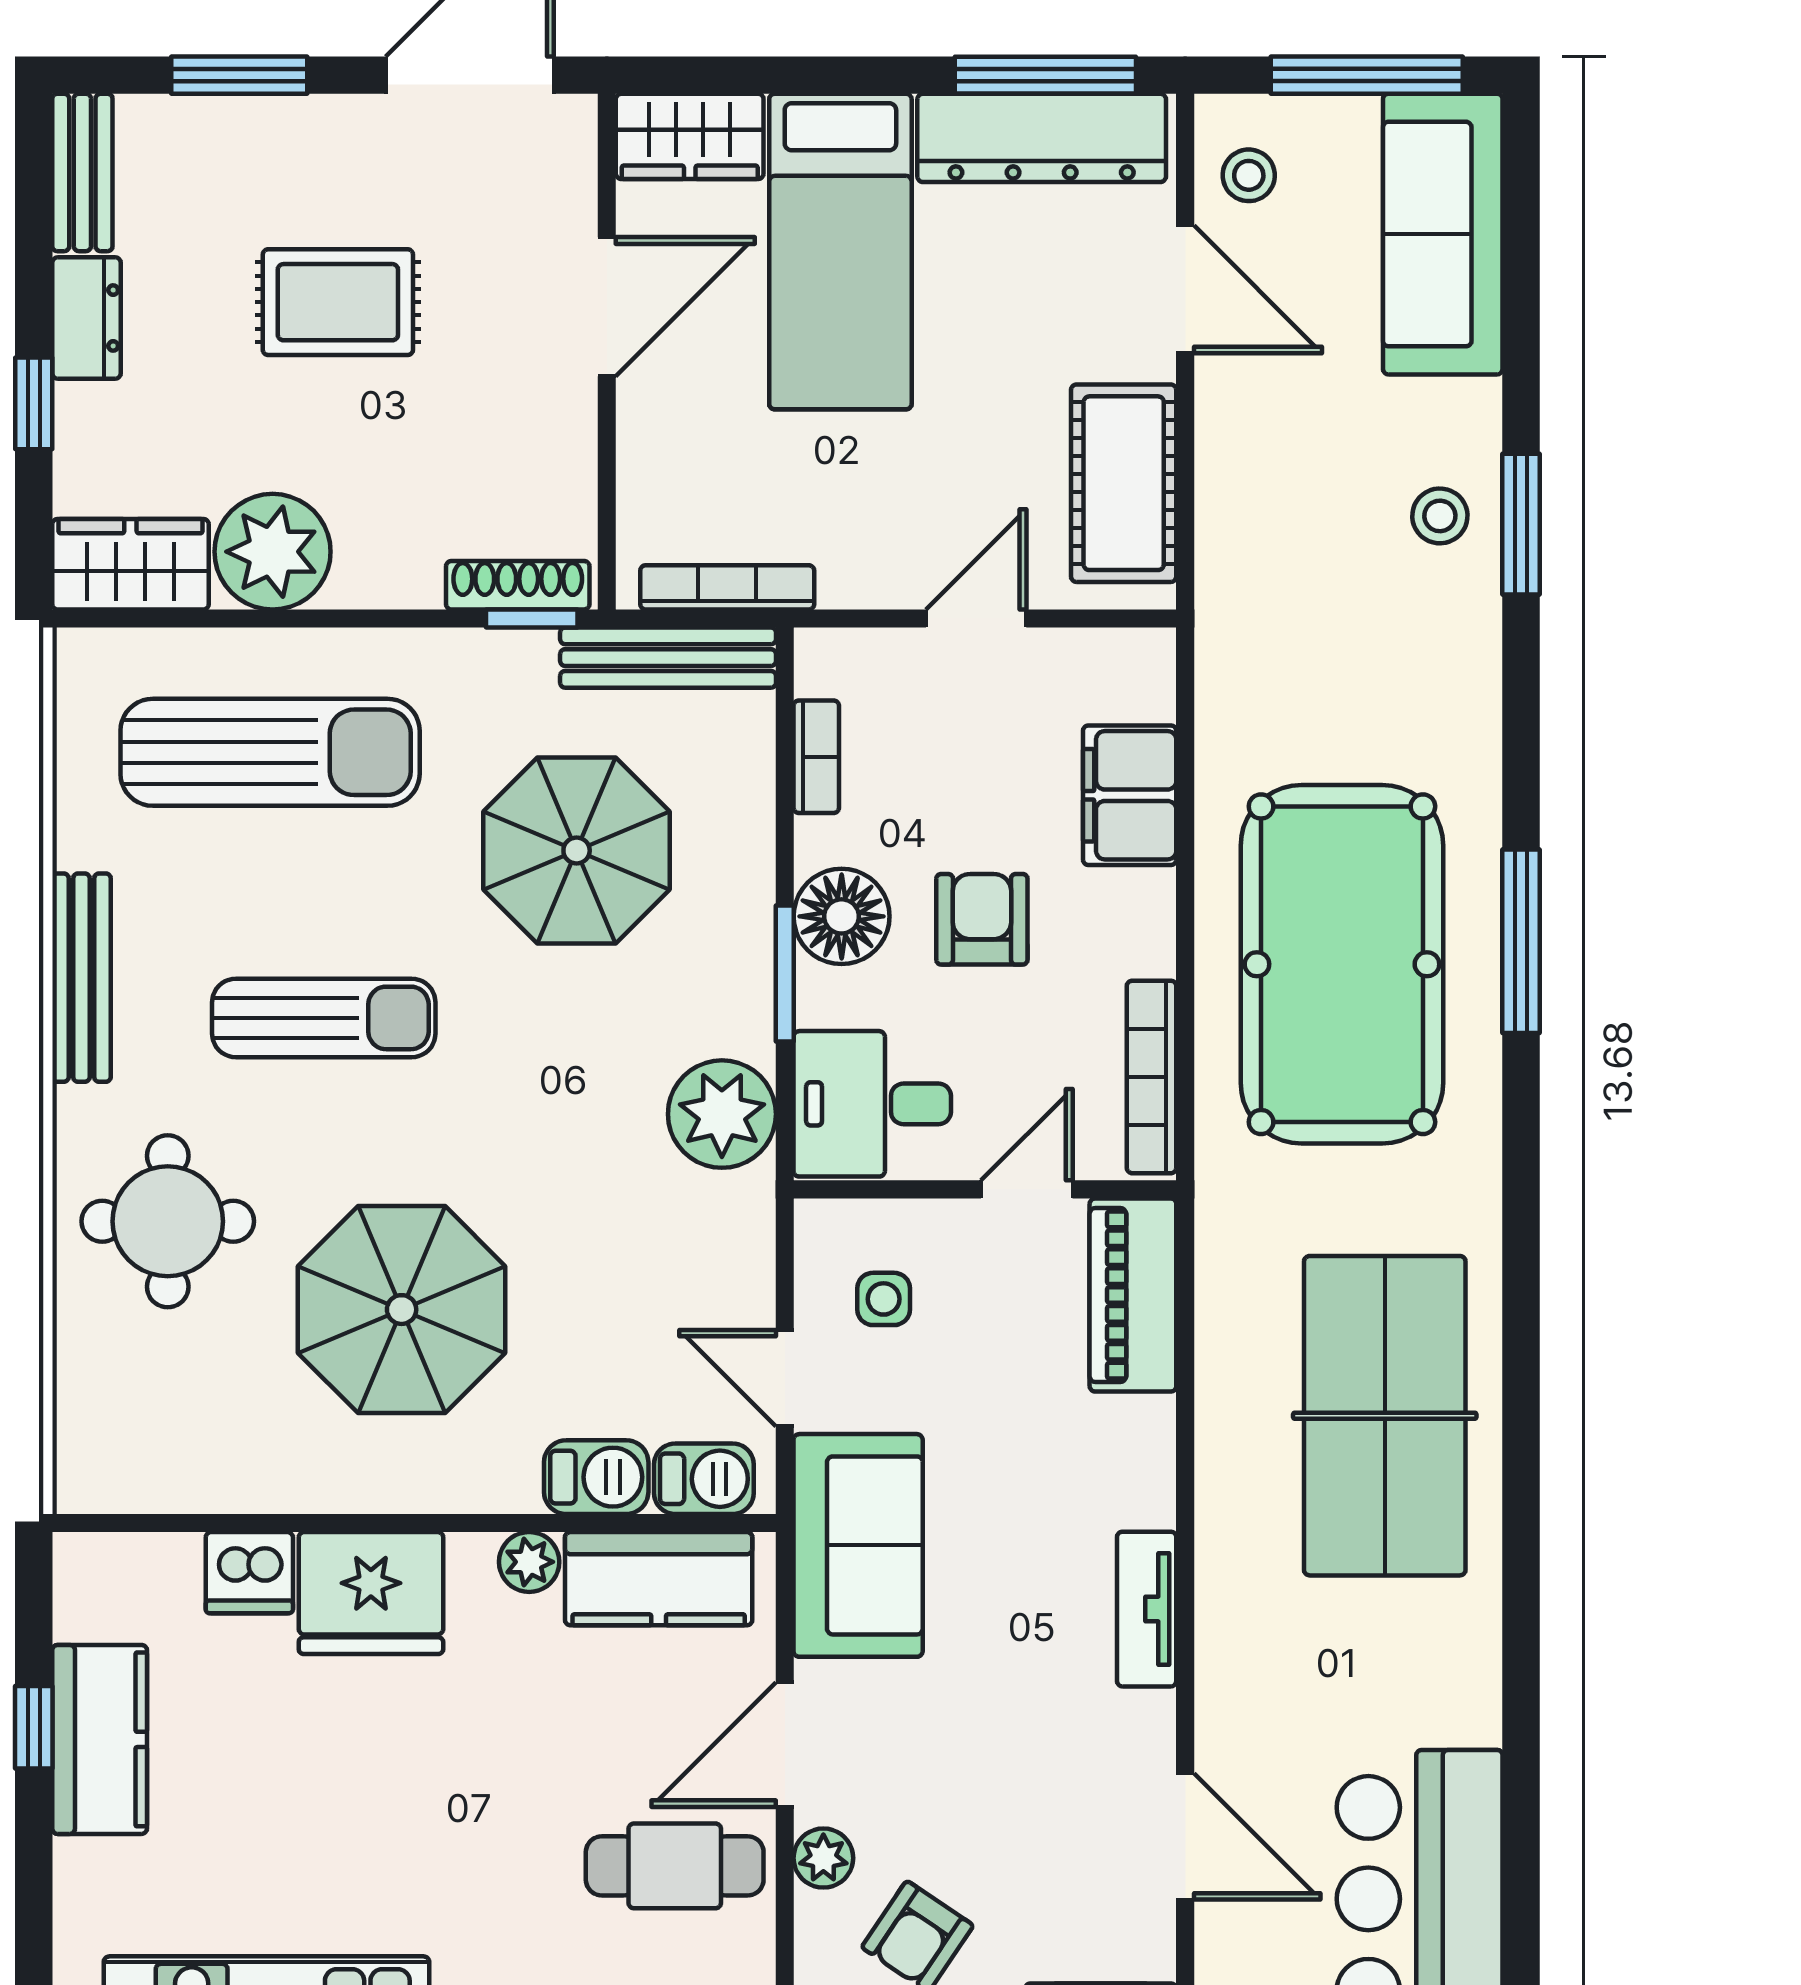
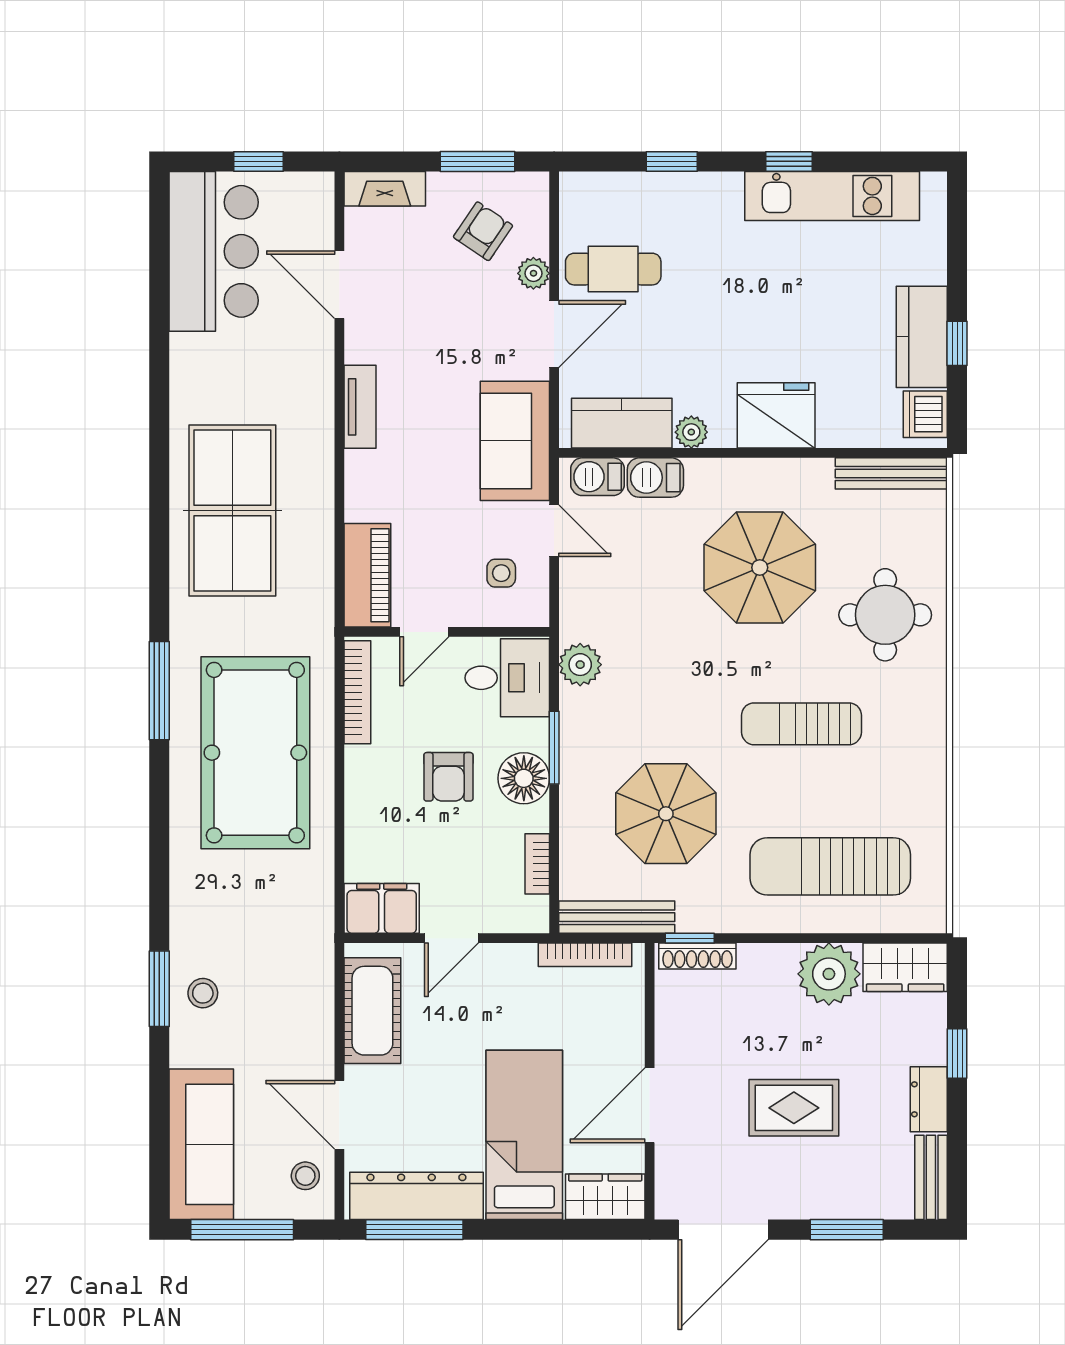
filing cabinet: (1130, 795) -> (382, 908), moved, turned -90
window: (1521, 941) -> (159, 691), moved
bench: (81, 978) -> (891, 473), moved, turned 90
plant: (722, 1114) -> (580, 665), width x0.73, depth x0.73
dishwasher: (249, 1573) -> (925, 414), moved, turned -90

